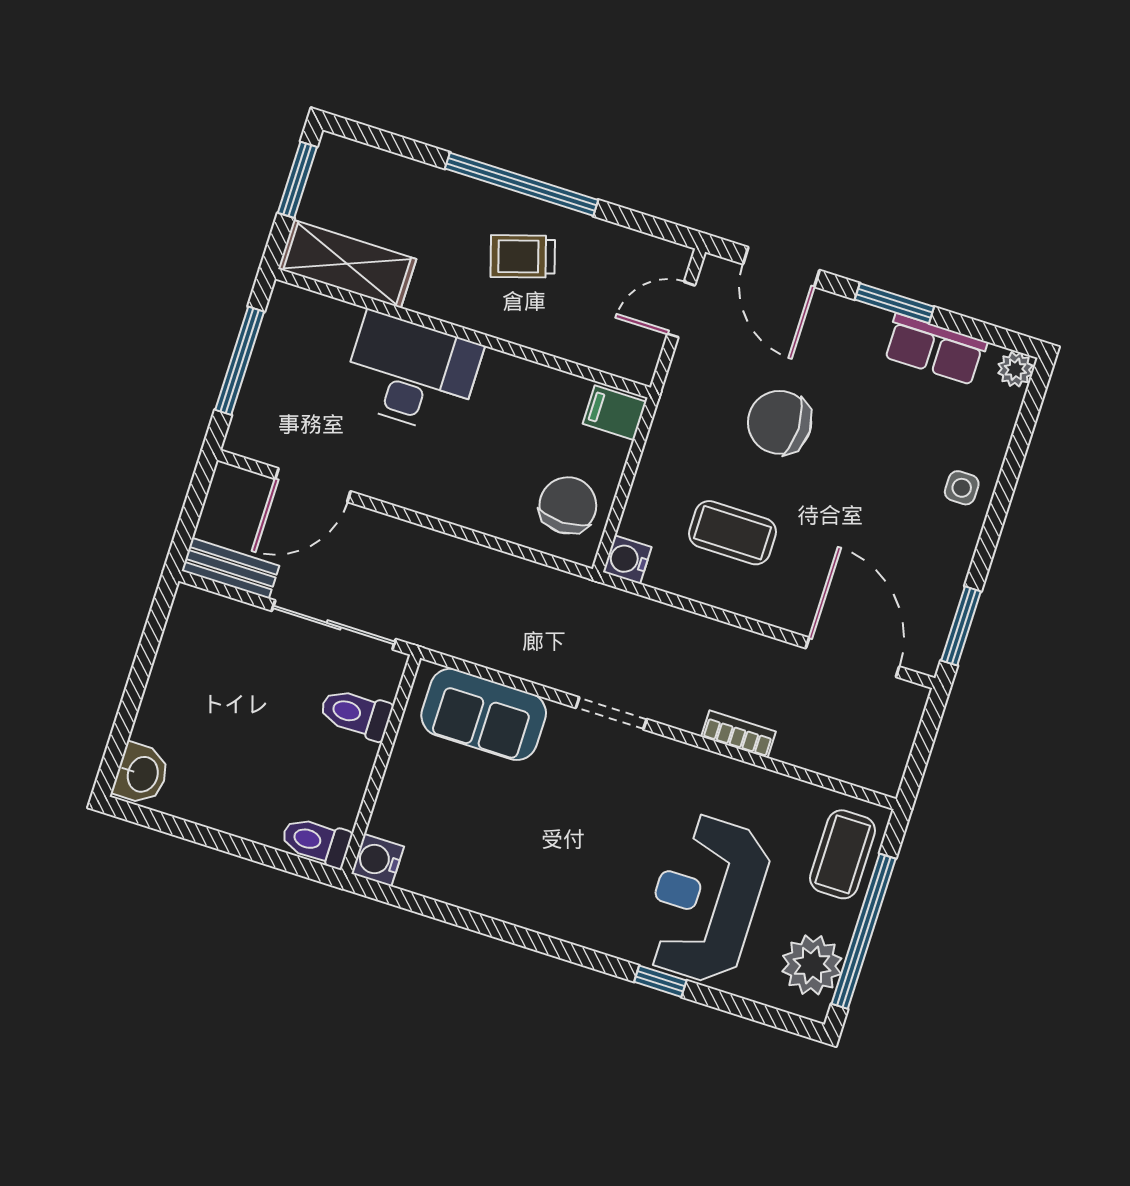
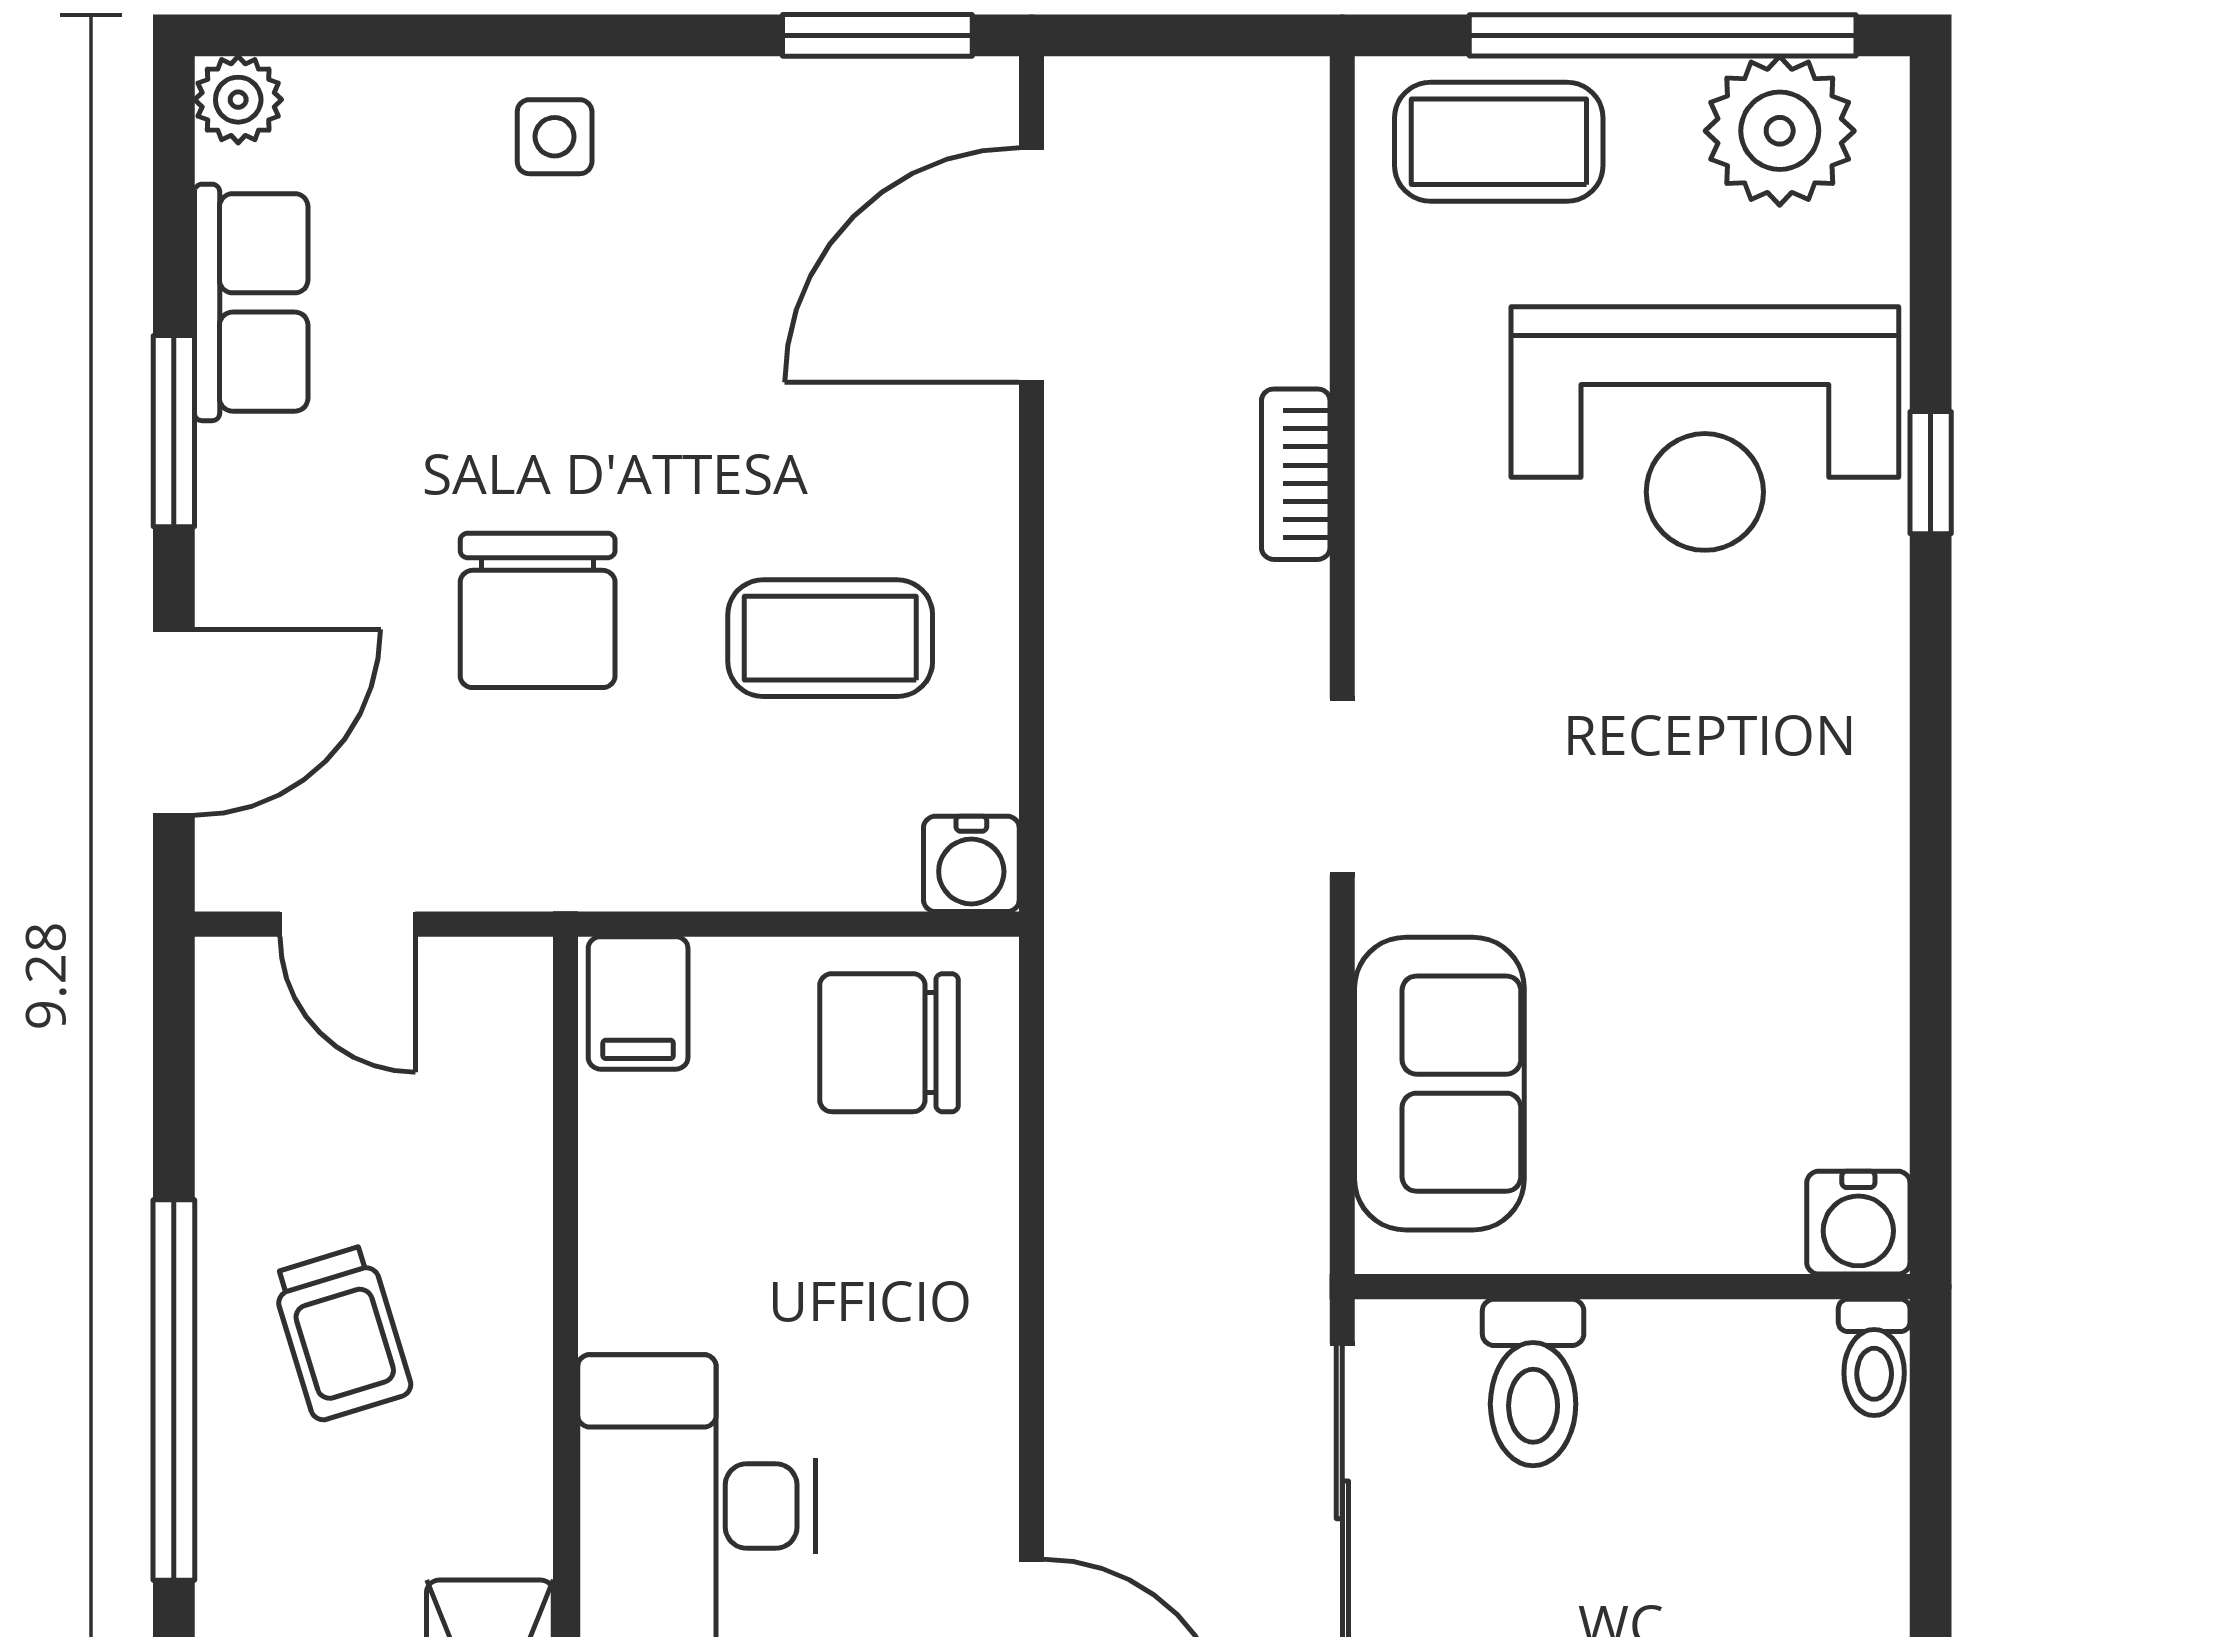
coffee table: (732, 533) -> (830, 638), turned 90
toilet: (316, 841) -> (1874, 1357), width x0.73, depth x0.72

